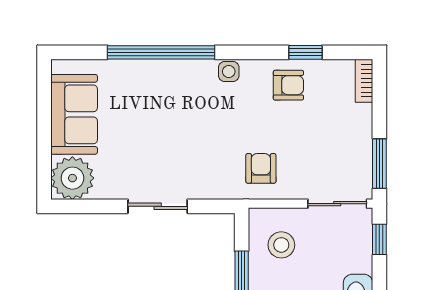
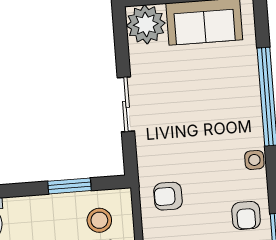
armchair: (261, 168) -> (168, 196), turned 180

